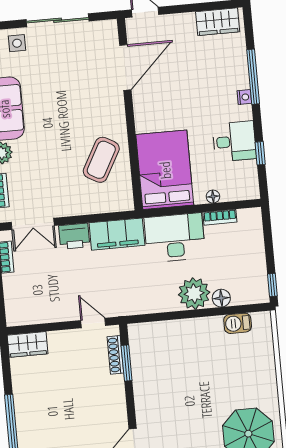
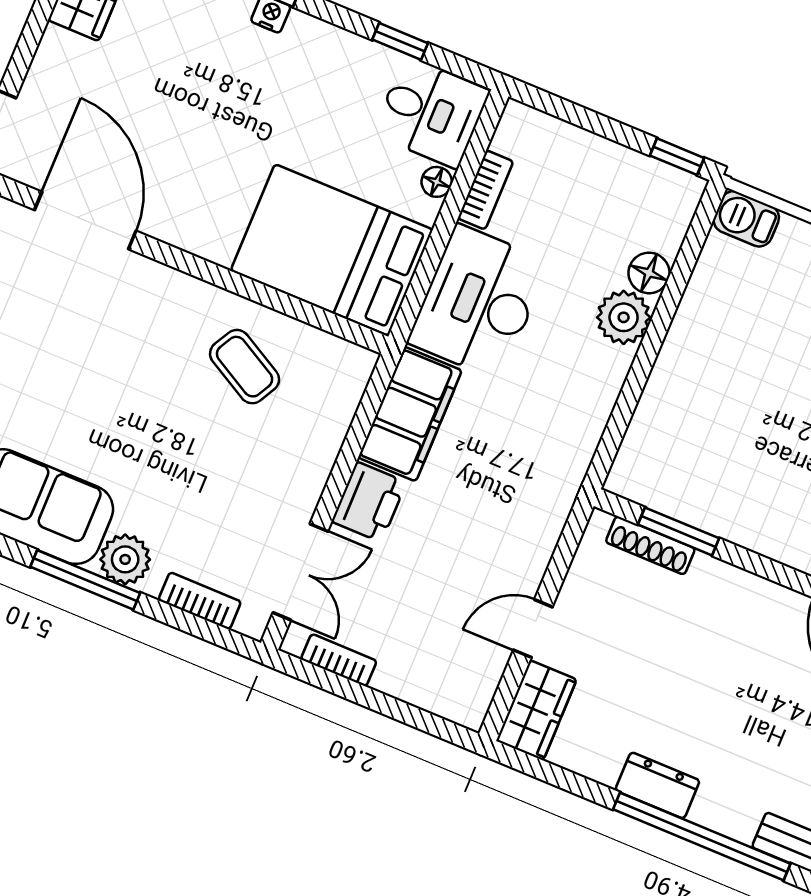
desk: (234, 141) -> (431, 112), moved, turned 90
coffee table: (101, 160) -> (245, 367), width x0.73, depth x0.77
plant: (194, 294) -> (624, 317), width x0.73, depth x0.73
door: (93, 323) -> (533, 628), moved
barbecue: (238, 323) -> (746, 219), moved, turned 90
dresser: (23, 407) -> (657, 785), added

